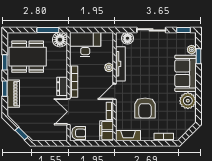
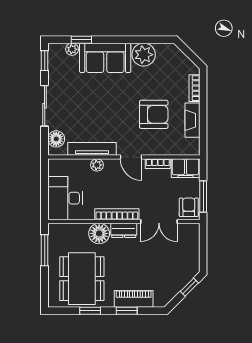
floor lamp: (60, 40) -> (99, 233), moved
fireplace: (128, 136) -> (193, 120), moved
window: (86, 143) -> (203, 196), added

